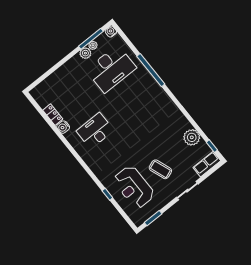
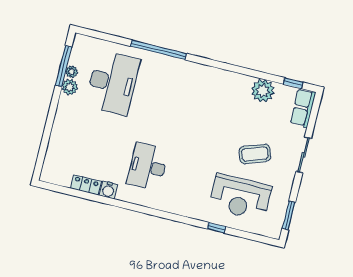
water cooler: (111, 32) -> (80, 41), removed

